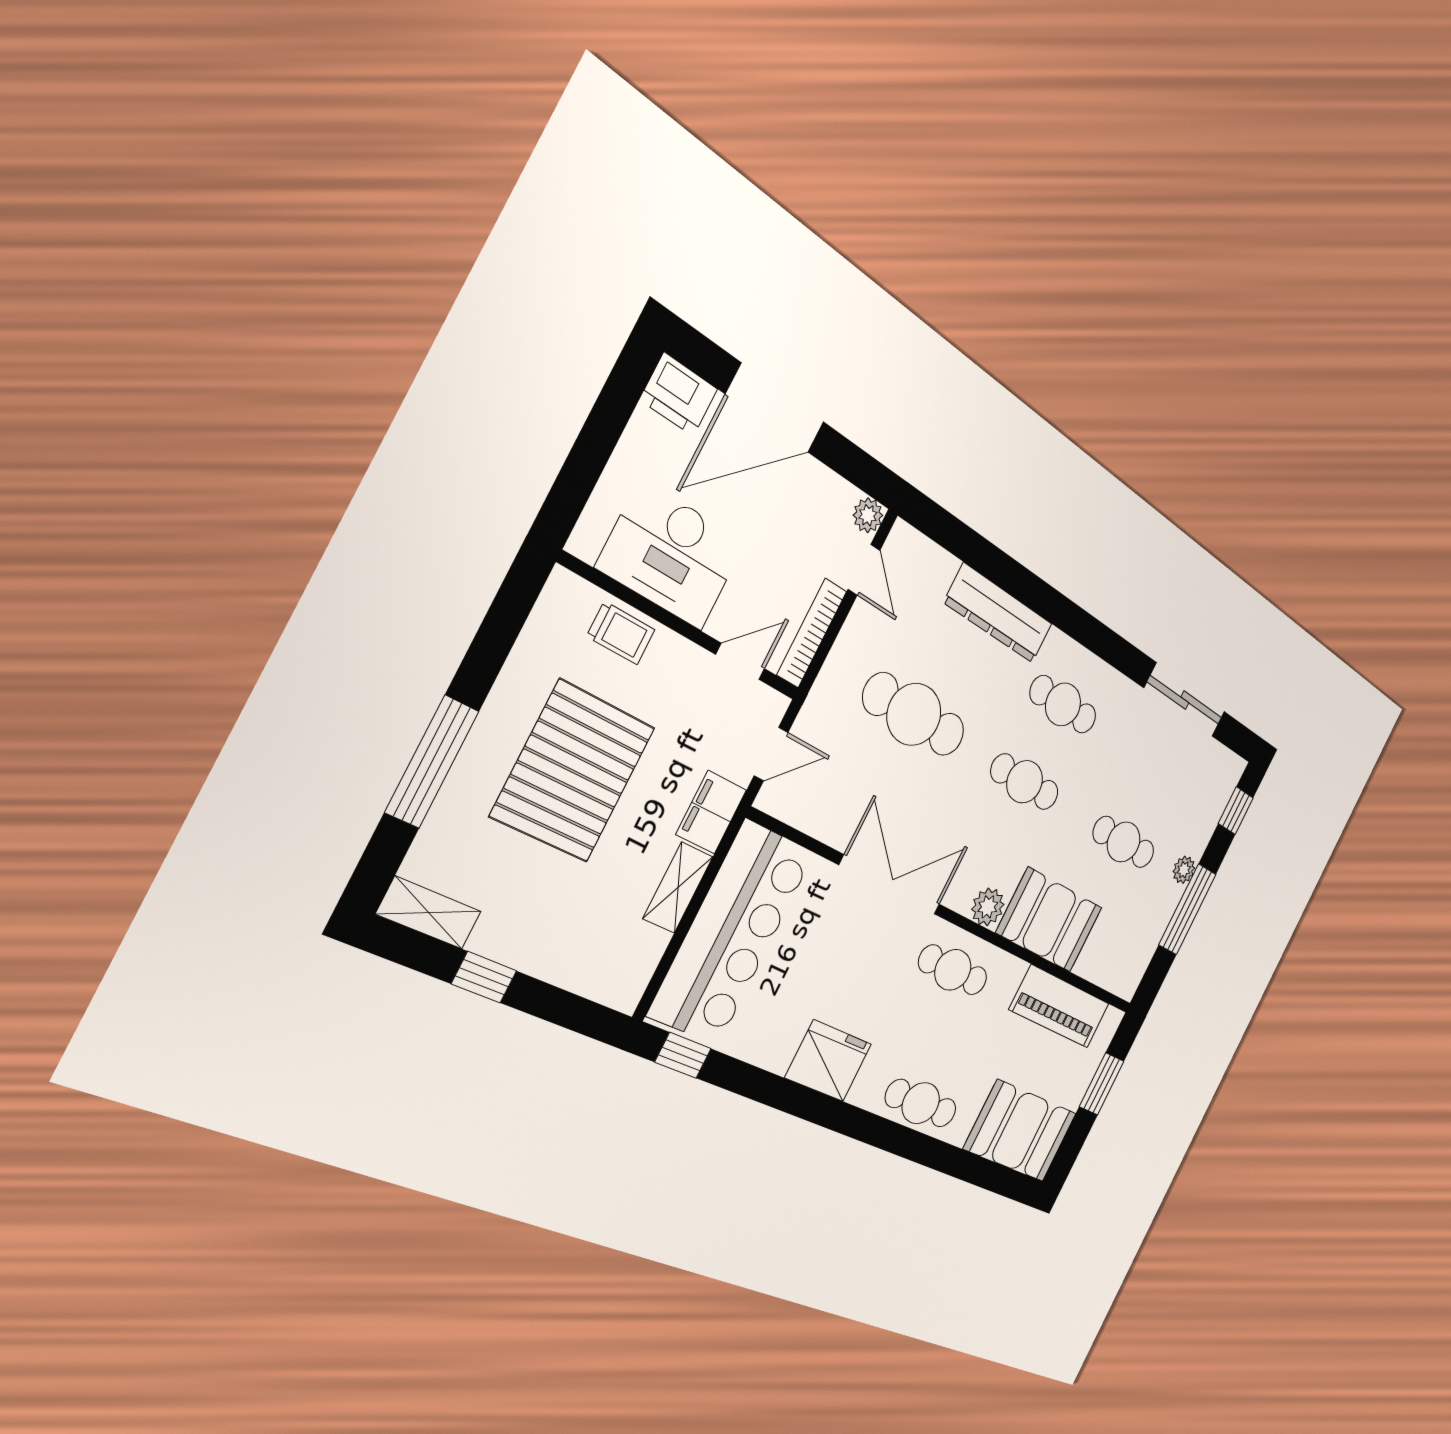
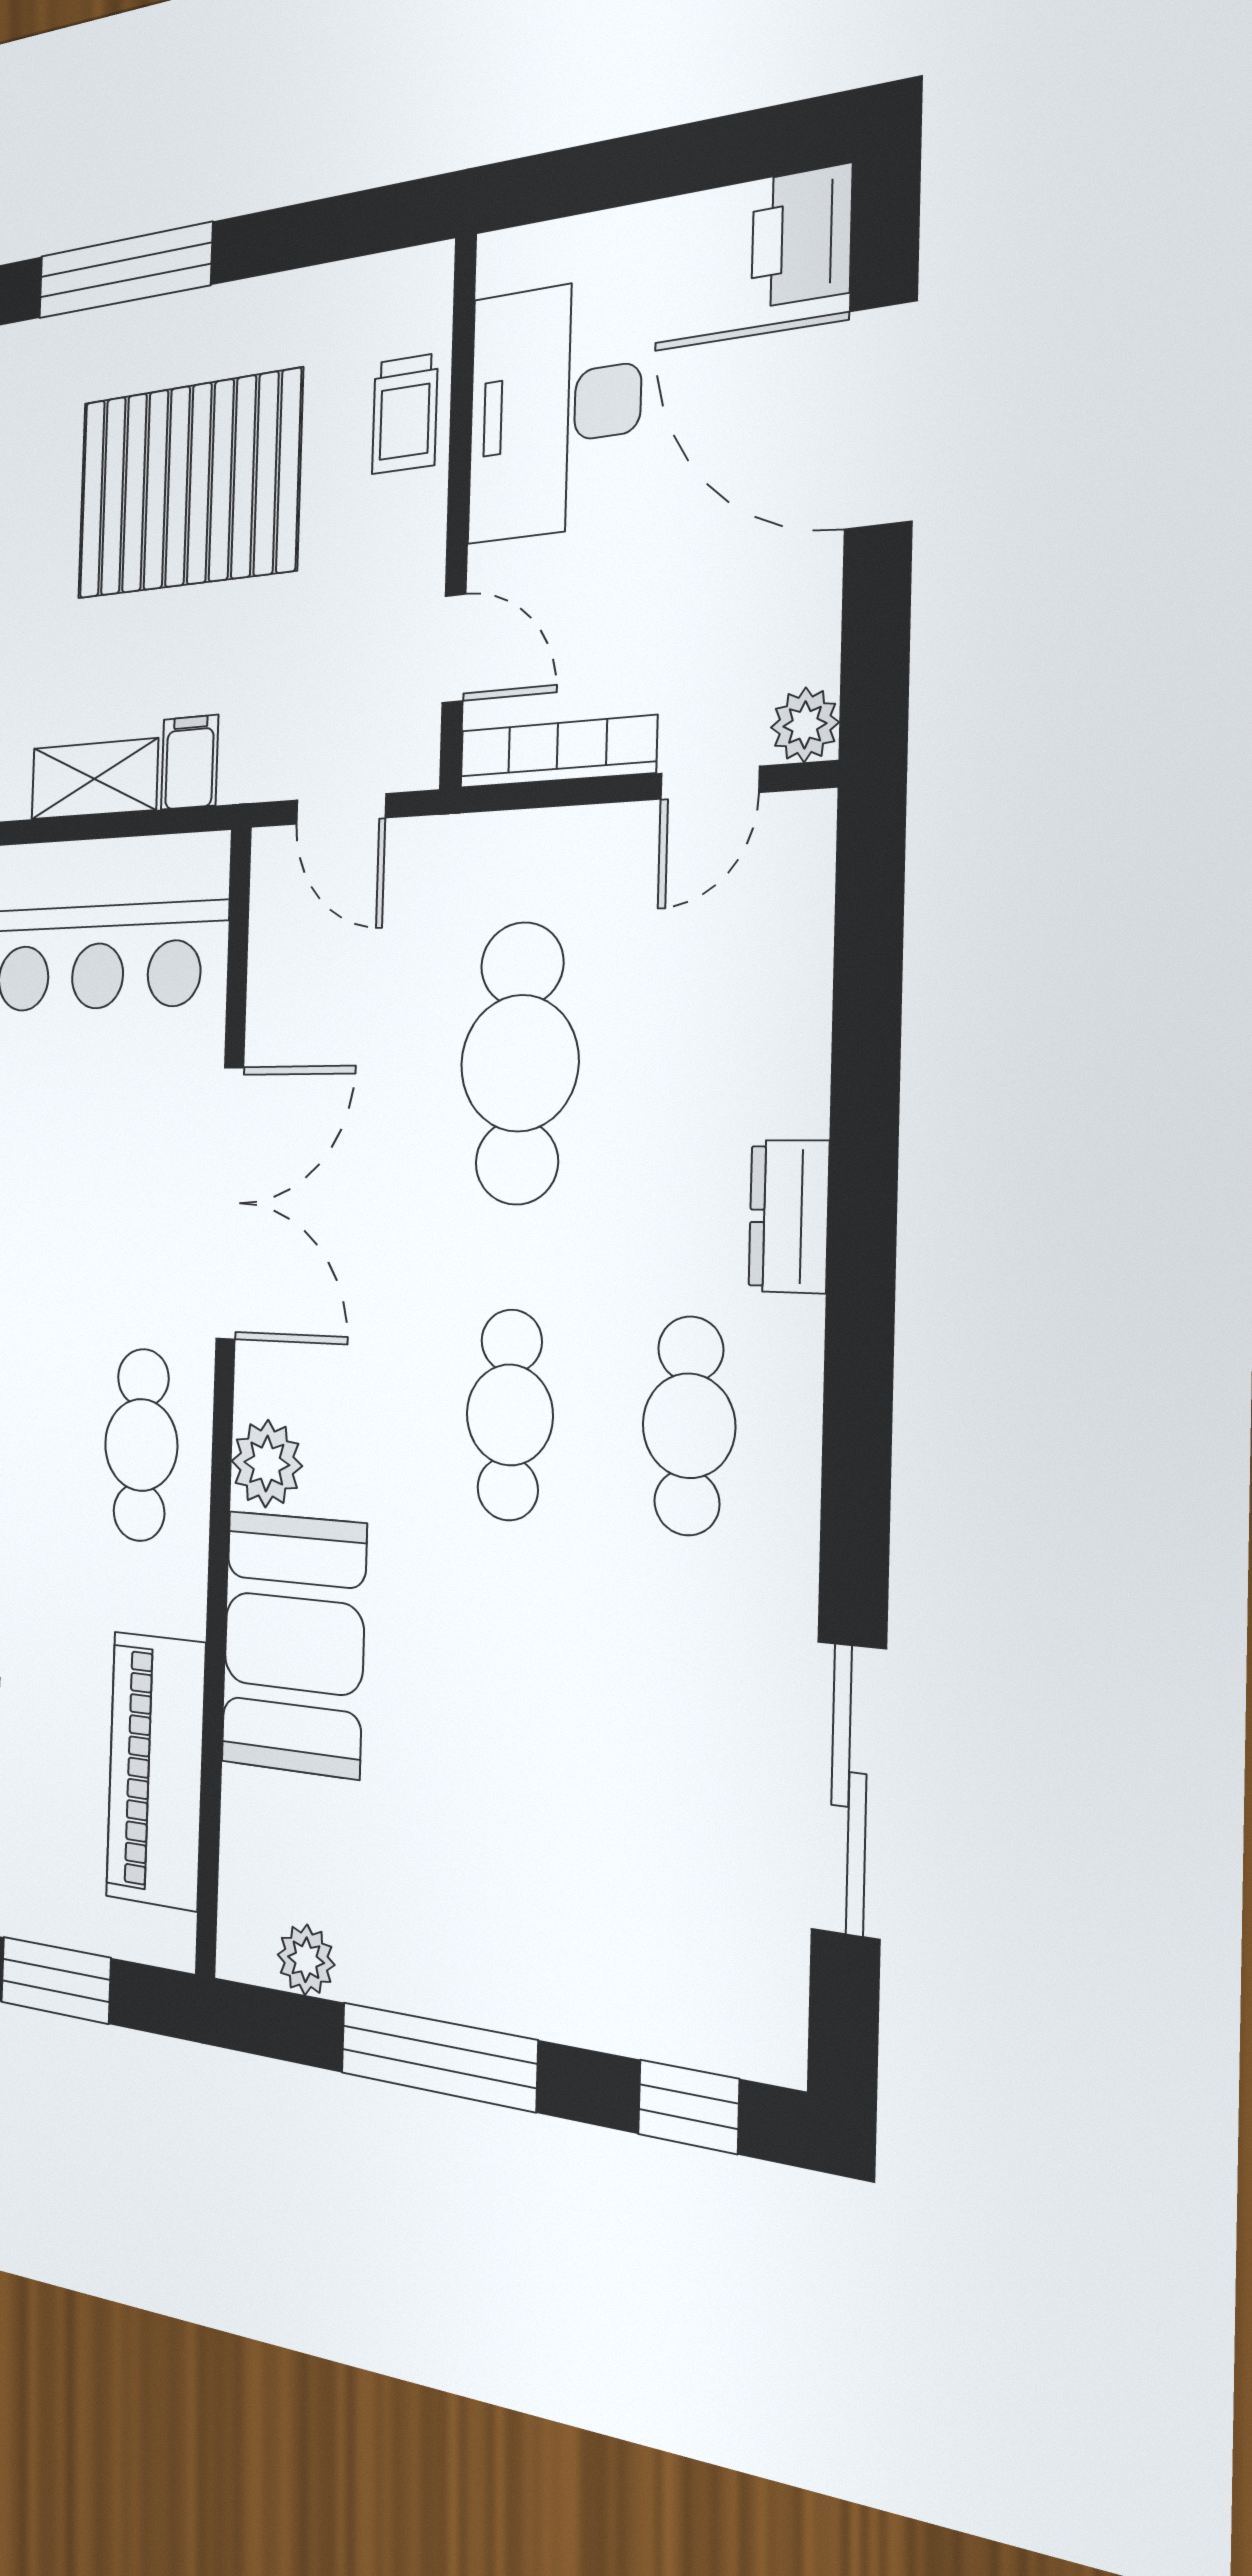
dresser: (999, 613) -> (789, 1216), width x0.51, depth x0.80
filing cabinet: (711, 812) -> (190, 762), width x0.50
cafe table: (1124, 842) -> (500, 1770), removed
plant: (1184, 870) -> (306, 1960), moved

